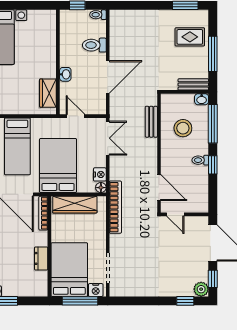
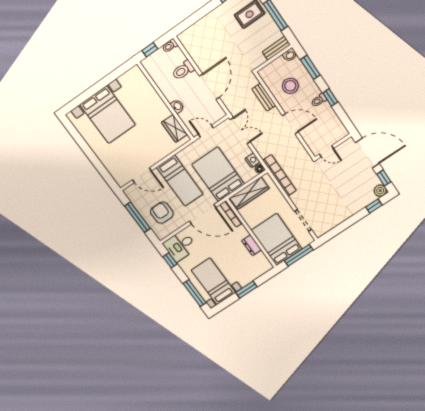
window: (213, 124) -> (310, 67), width x0.69
door: (159, 188) -> (290, 124), moved
nightstand: (96, 290) -> (305, 241), removed

